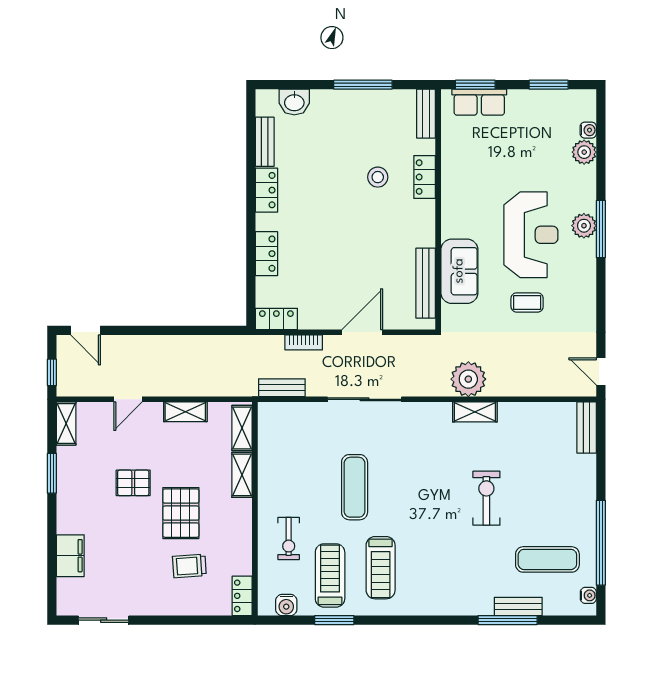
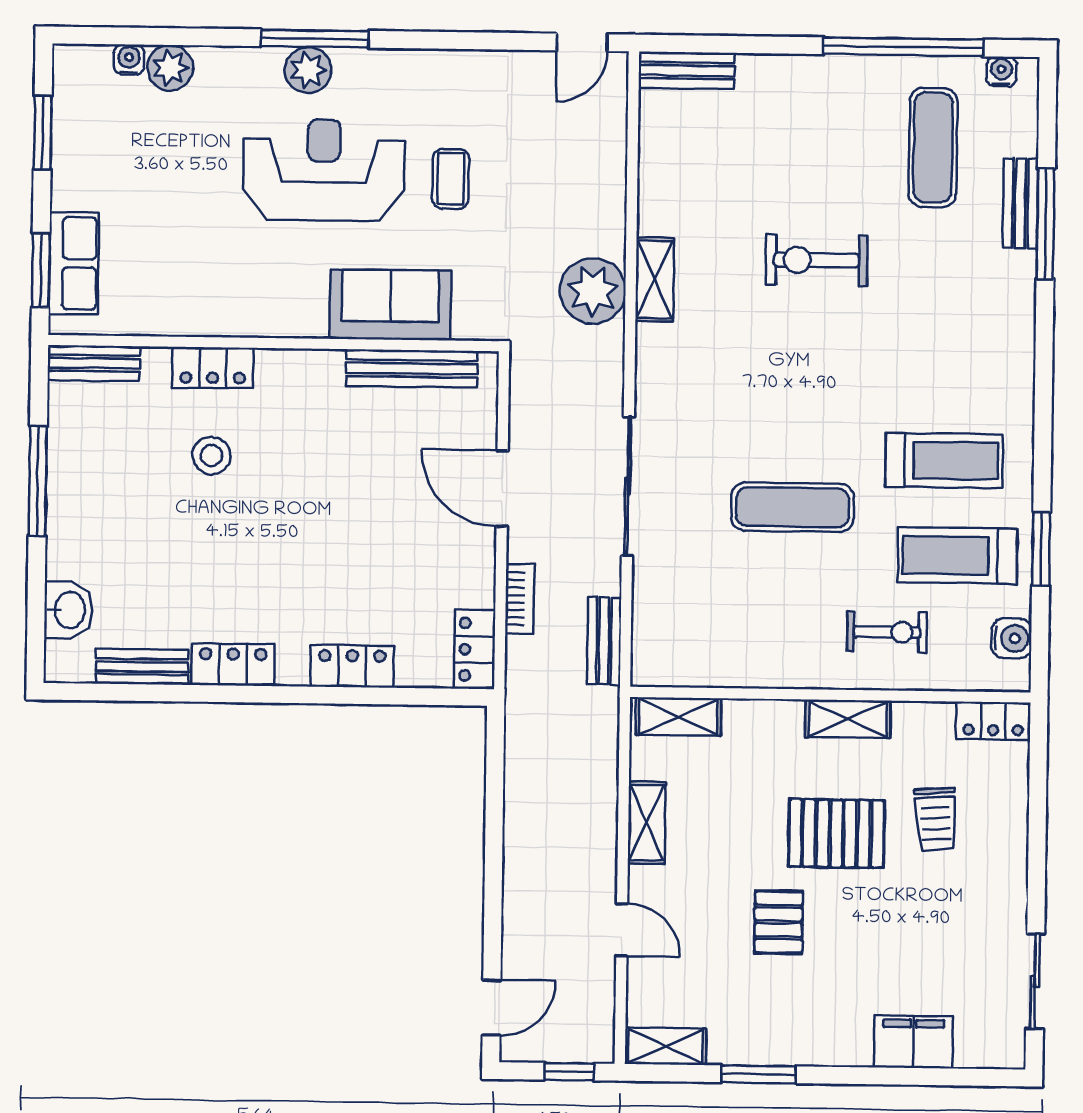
shelving: (242, 475) -> (848, 719), moved

